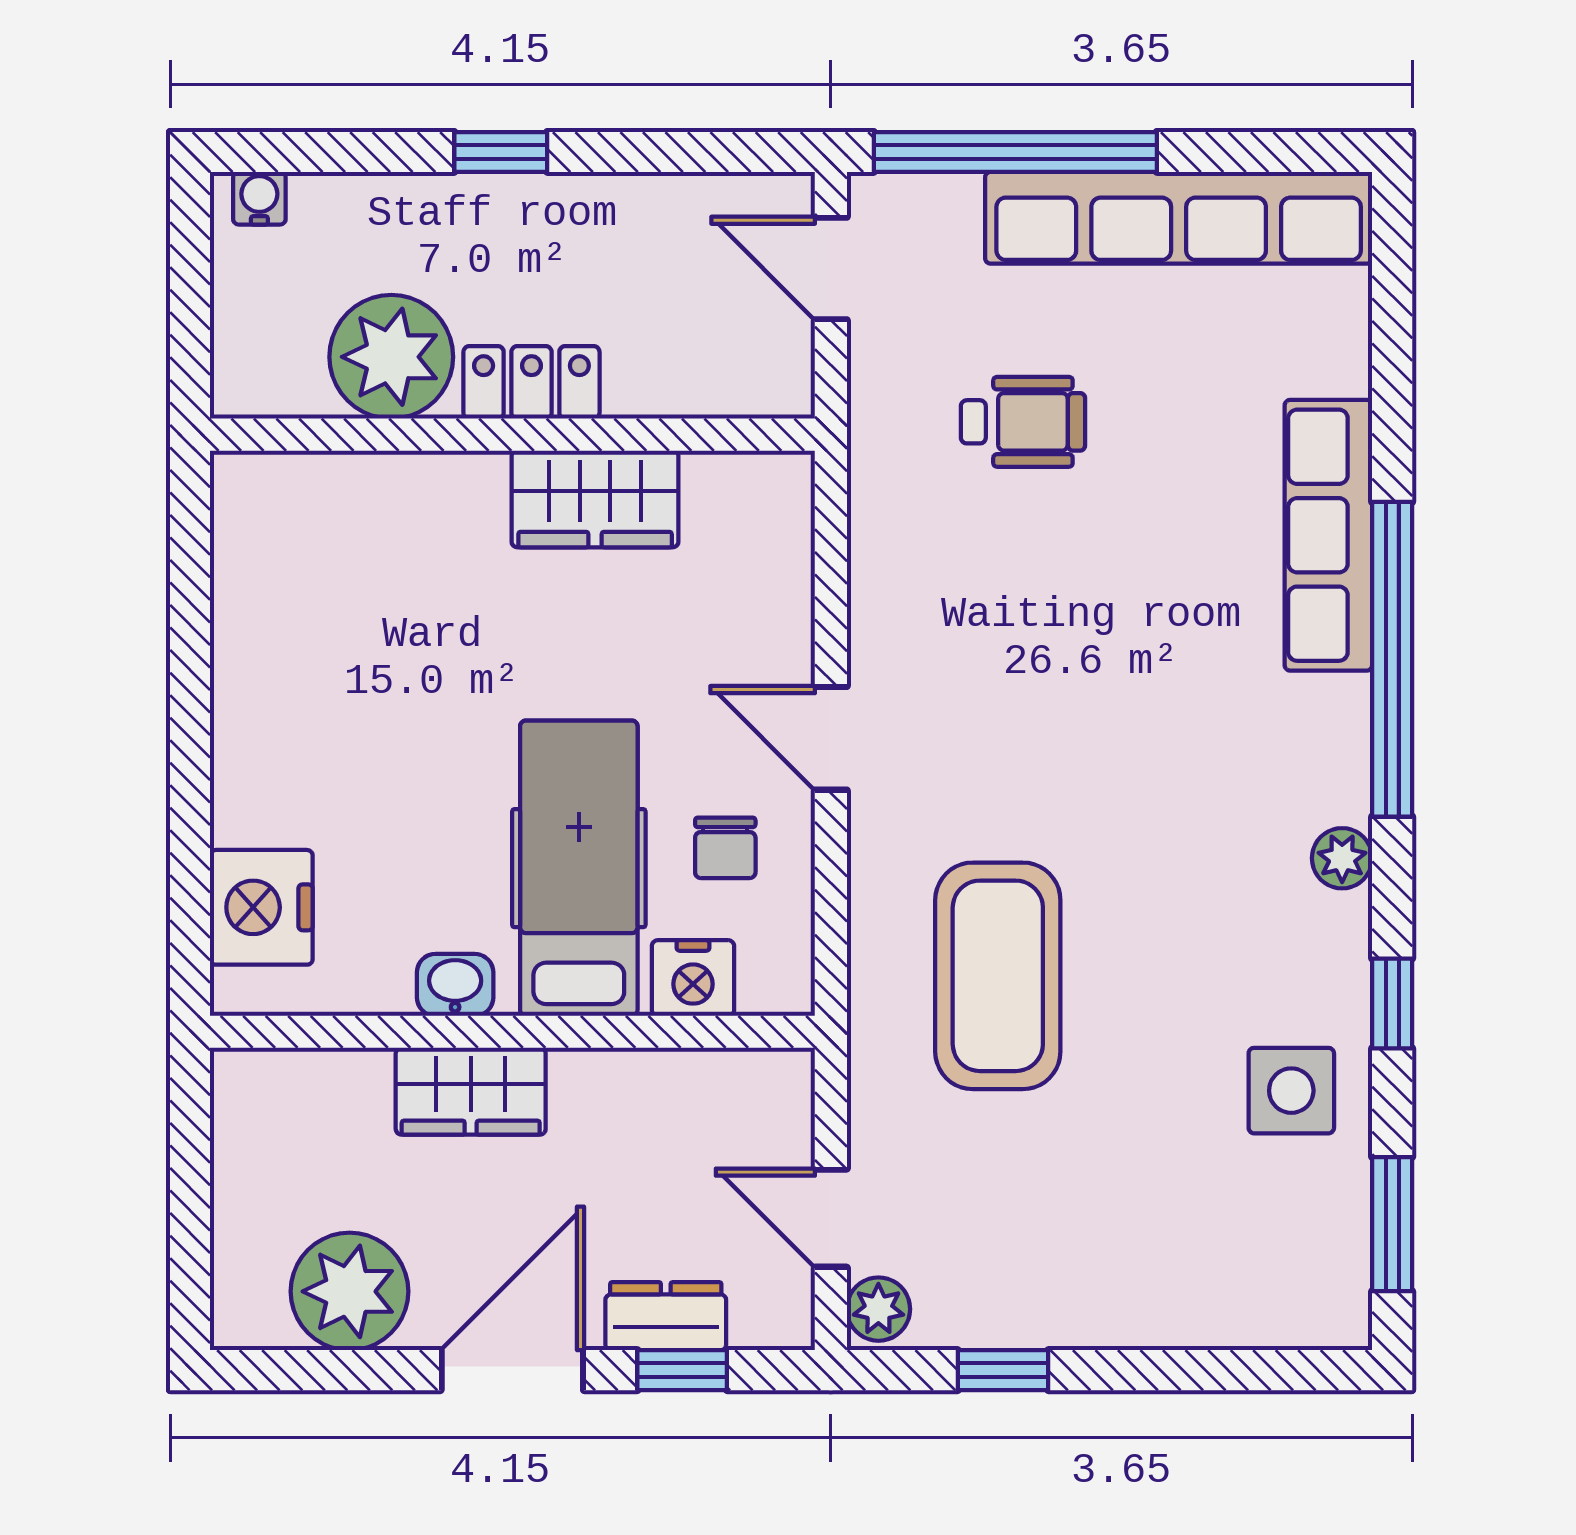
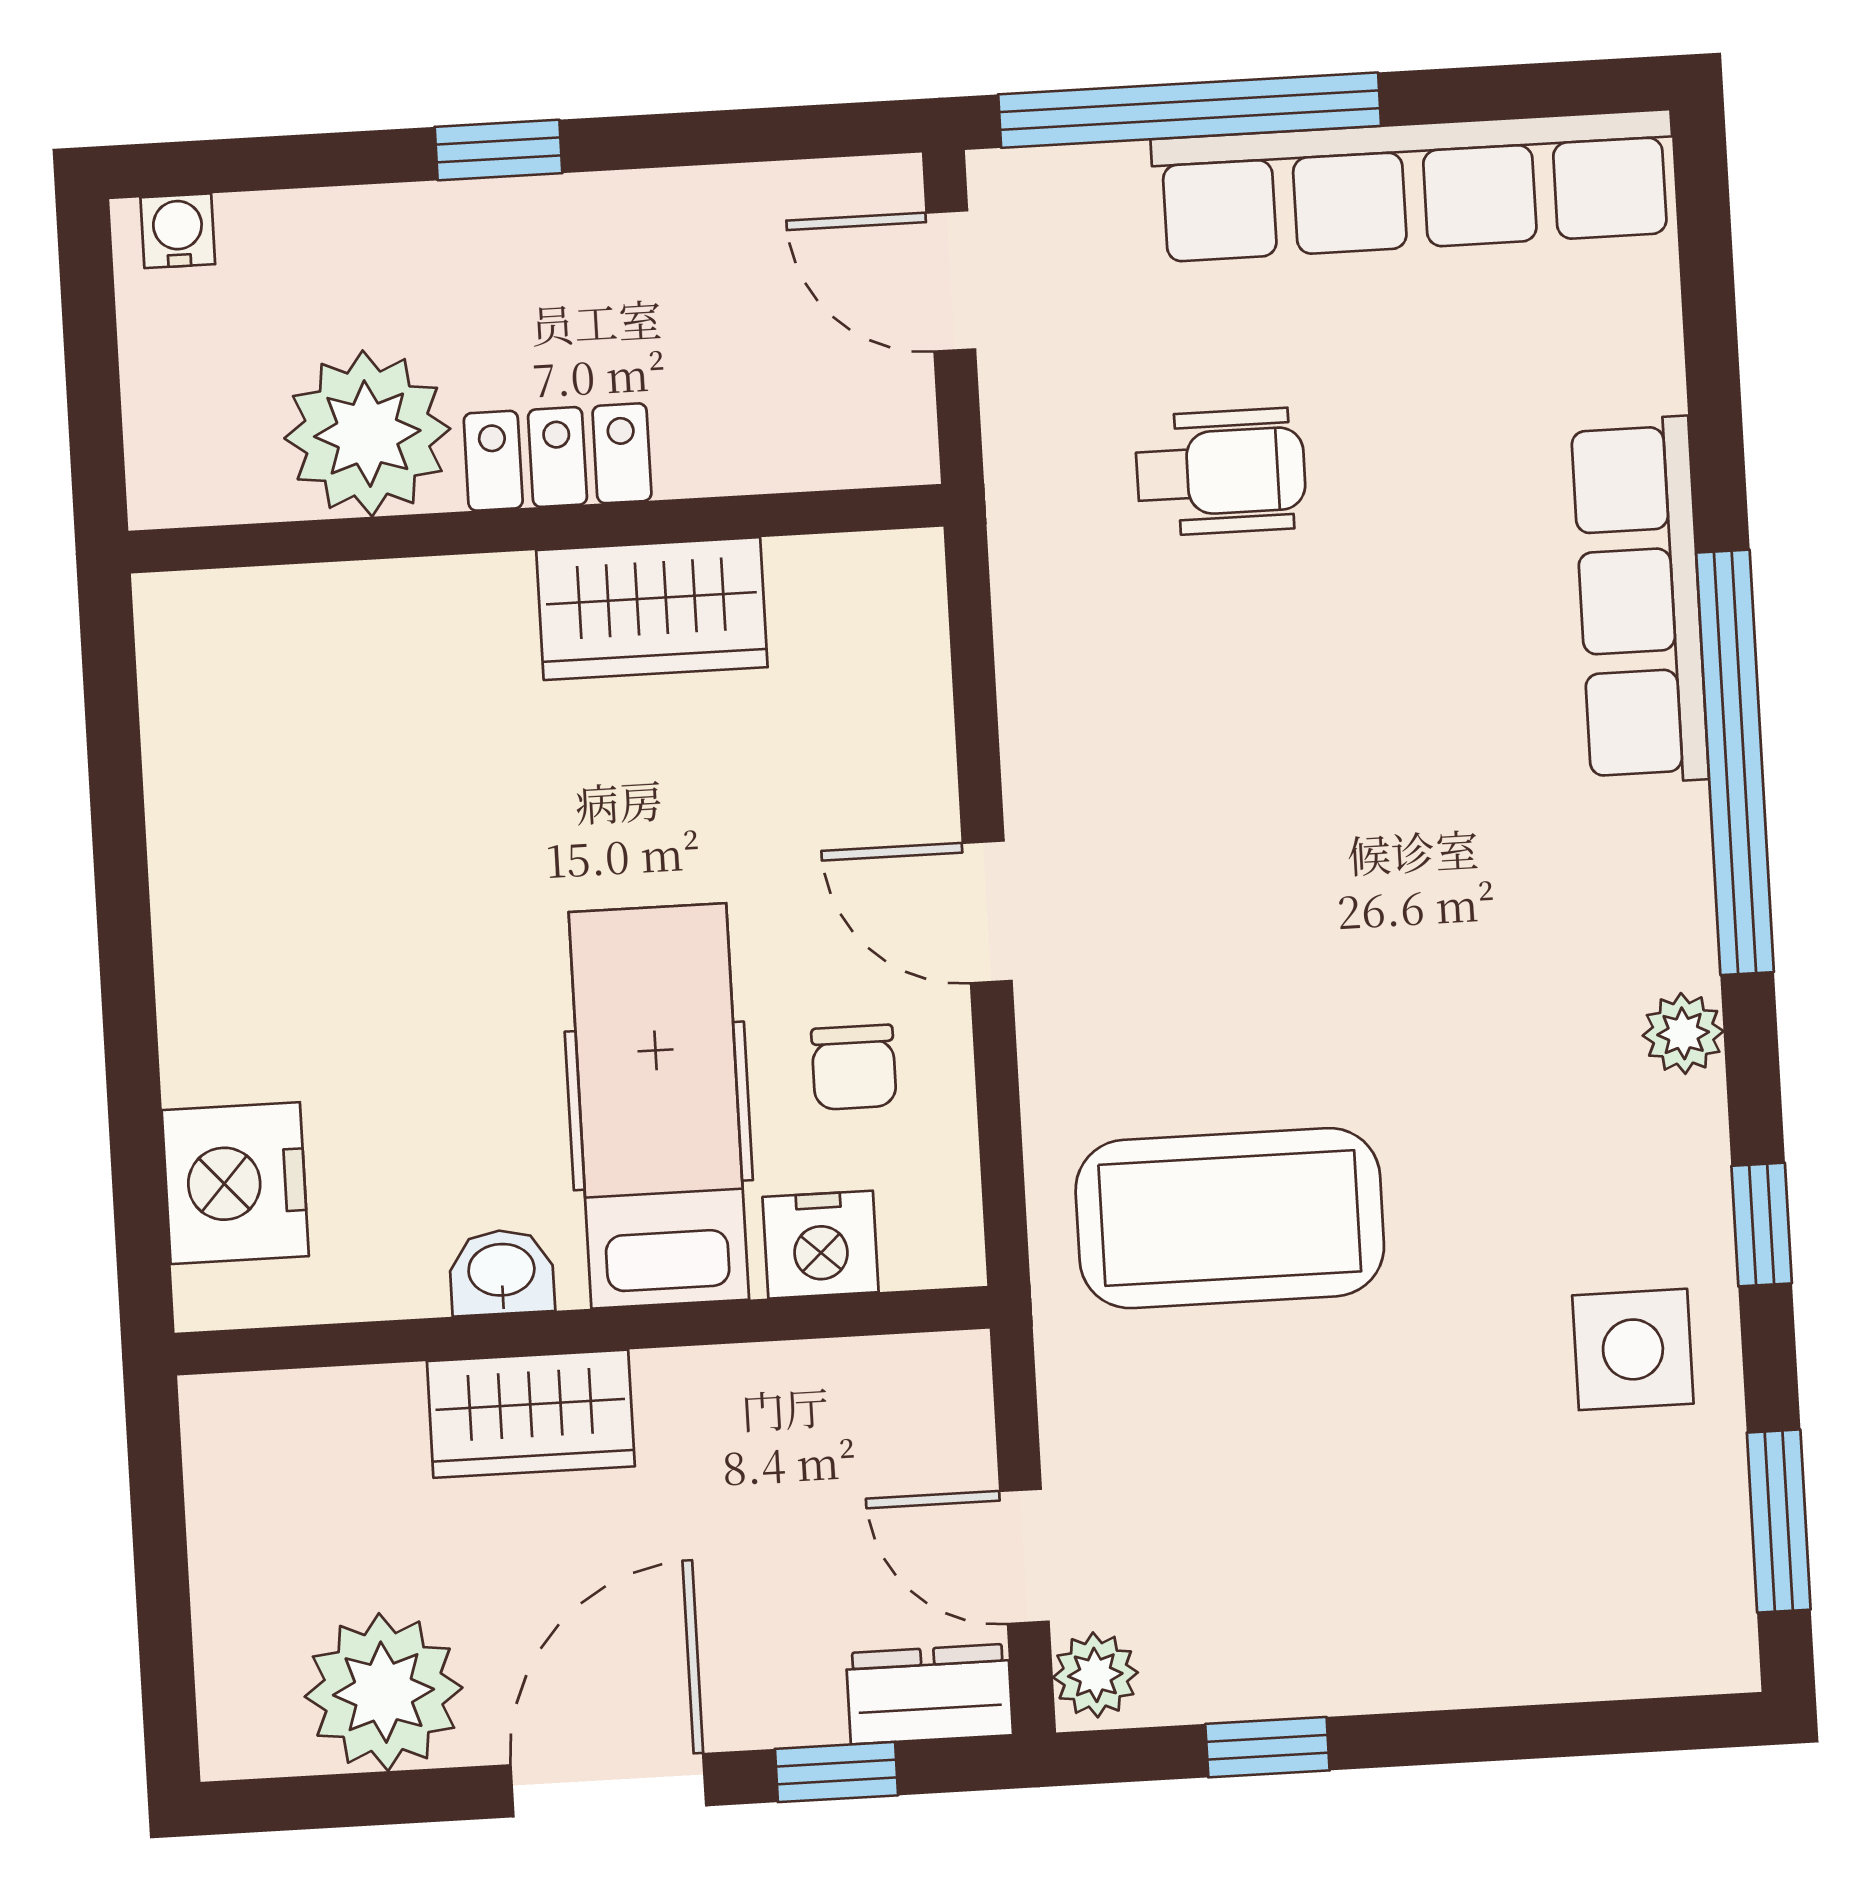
coffee table: (998, 976) -> (1230, 1218), turned 90
dresser: (666, 1316) -> (929, 1694), moved

